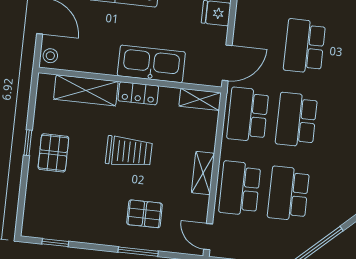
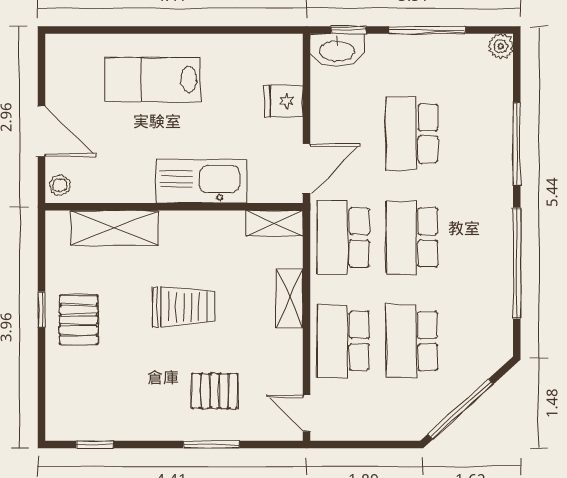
locker: (138, 93) -> (188, 224), removed
shelving: (203, 173) -> (290, 298), moved

